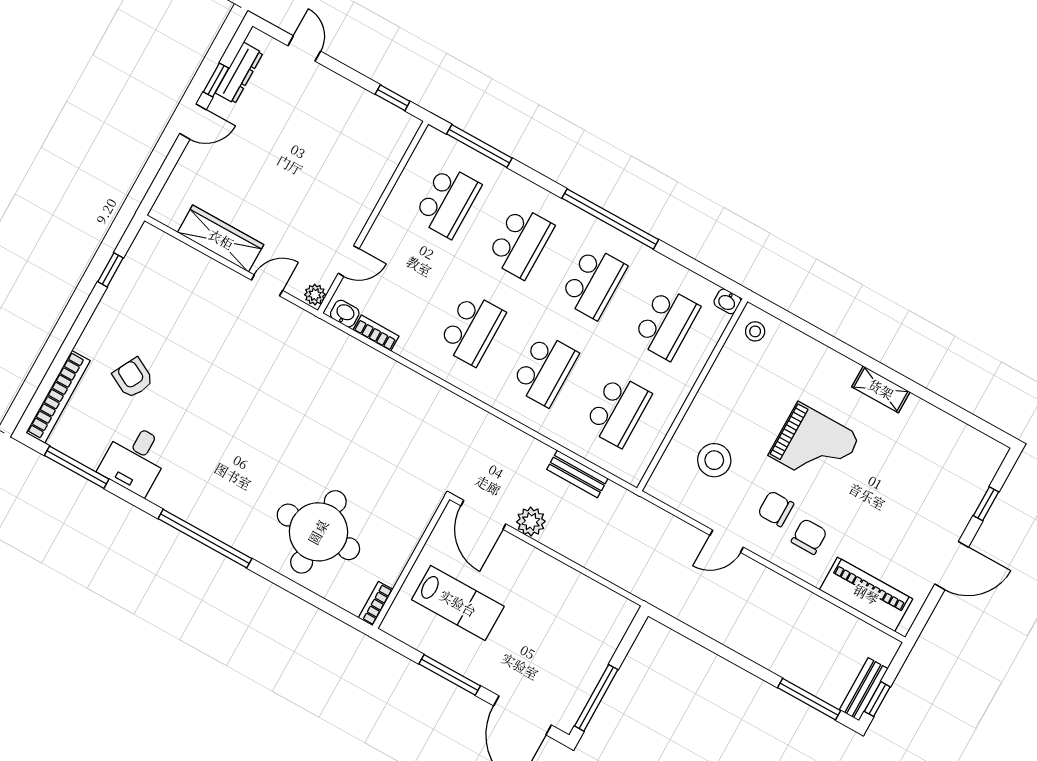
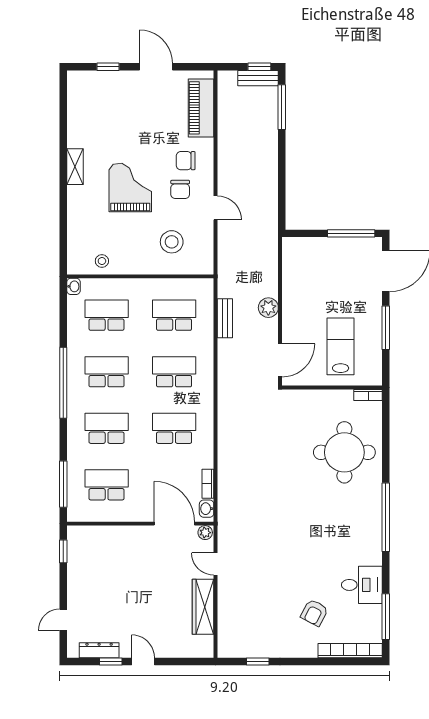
door: (349, 261) -> (174, 524), width x1.88
stool: (755, 331) -> (102, 261), moved
plant: (531, 522) -> (268, 308), moved

